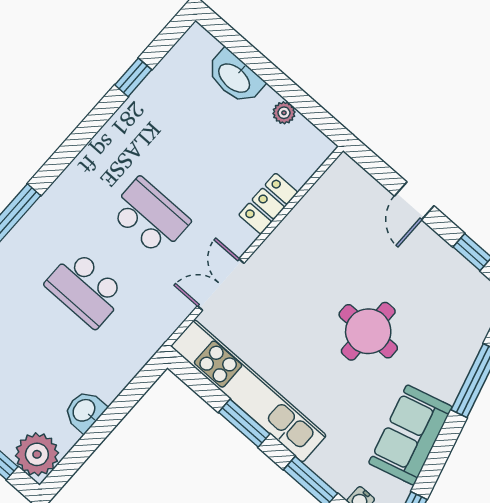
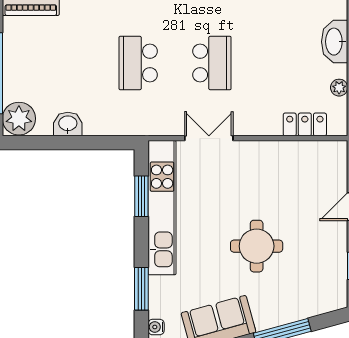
locker: (268, 204) -> (305, 124), moved
window: (244, 423) -> (141, 196), moved

